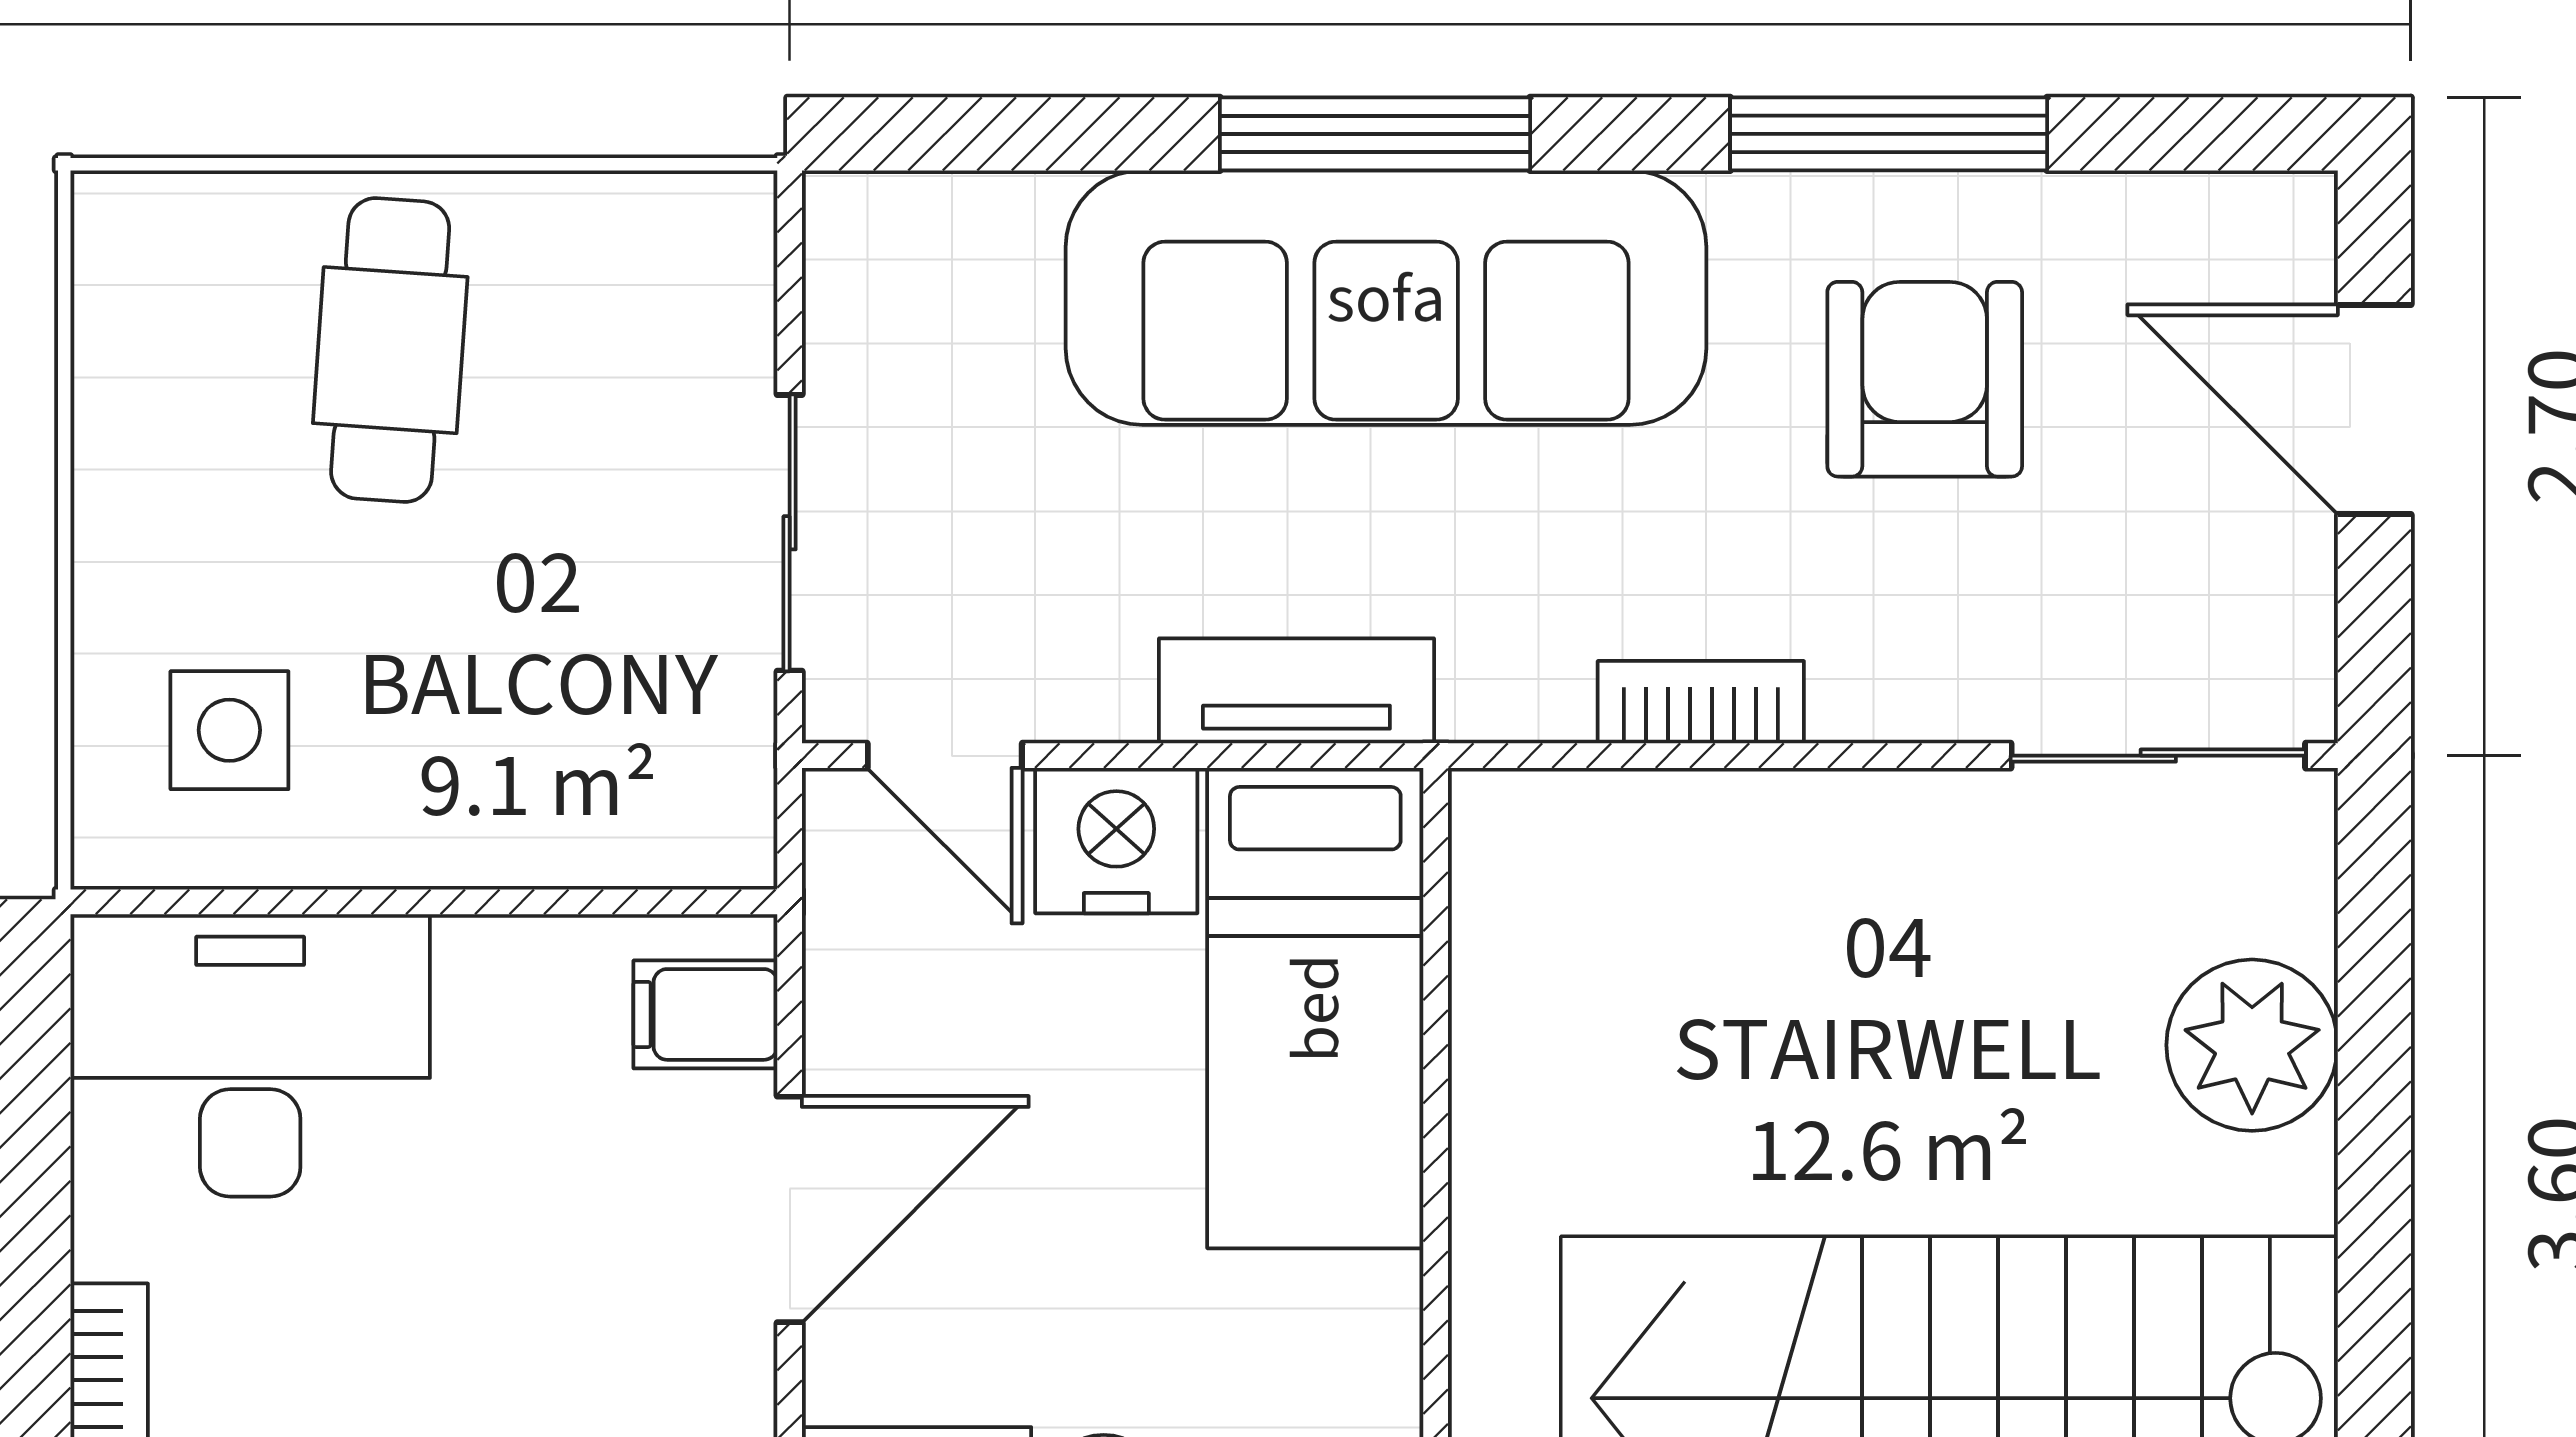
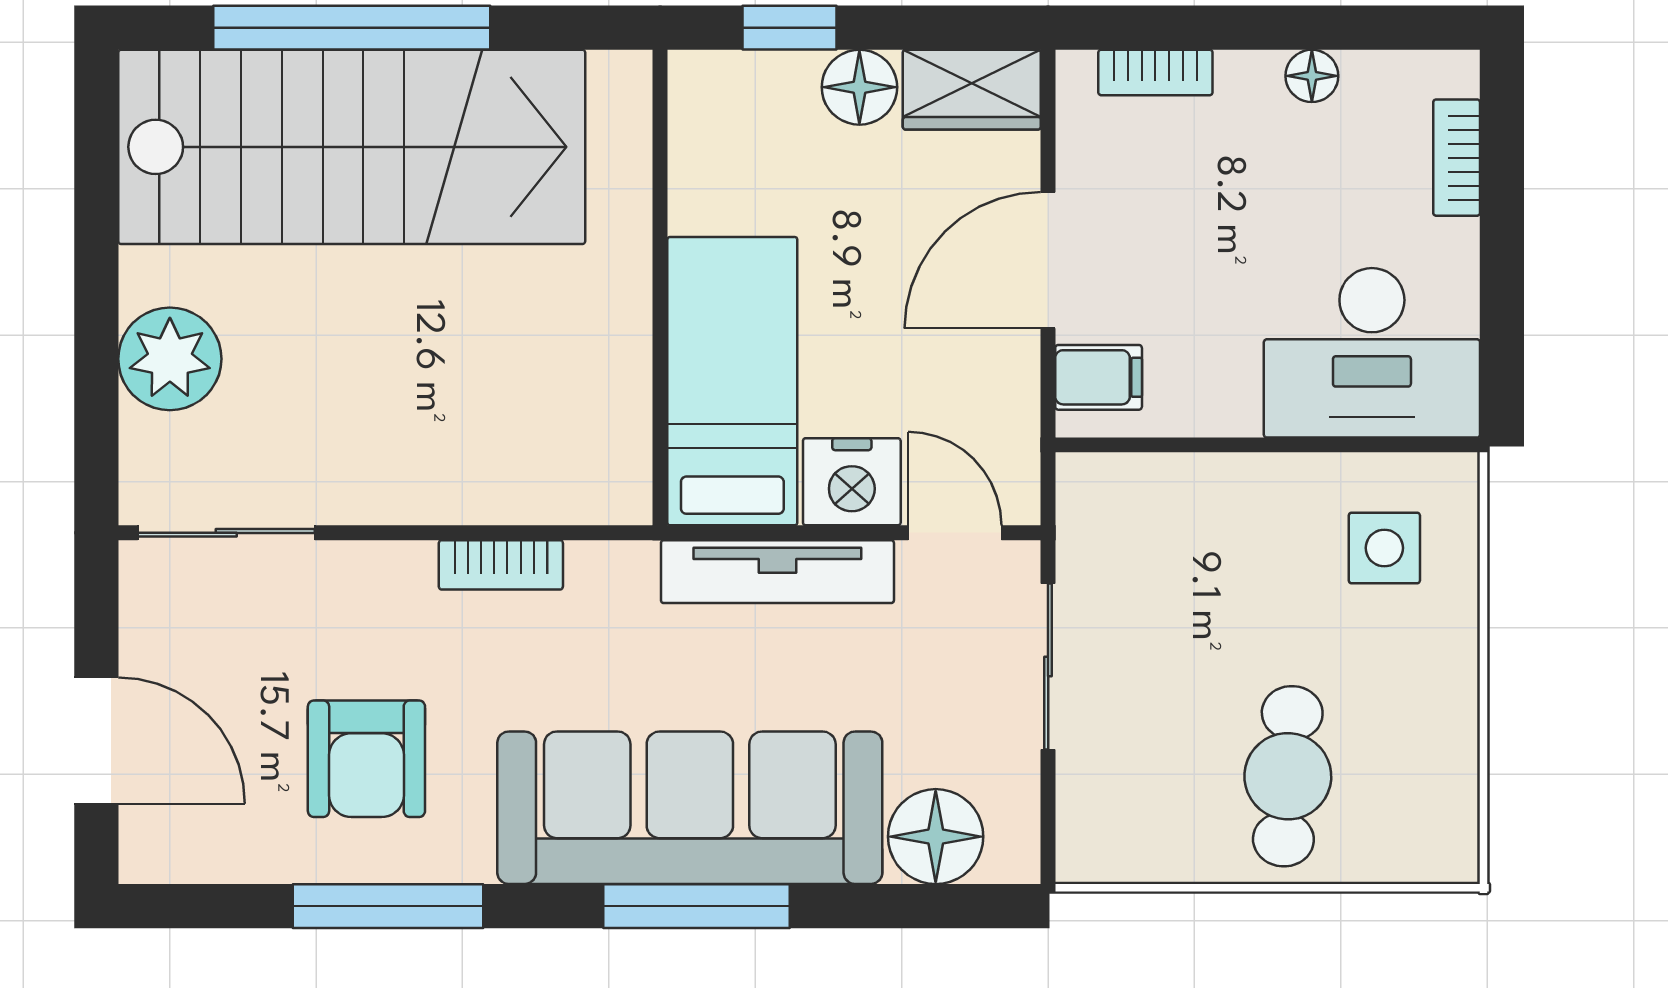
floor lamp: (977, 250) -> (936, 837), added
tv unit: (1296, 691) -> (777, 572), width x1.41

